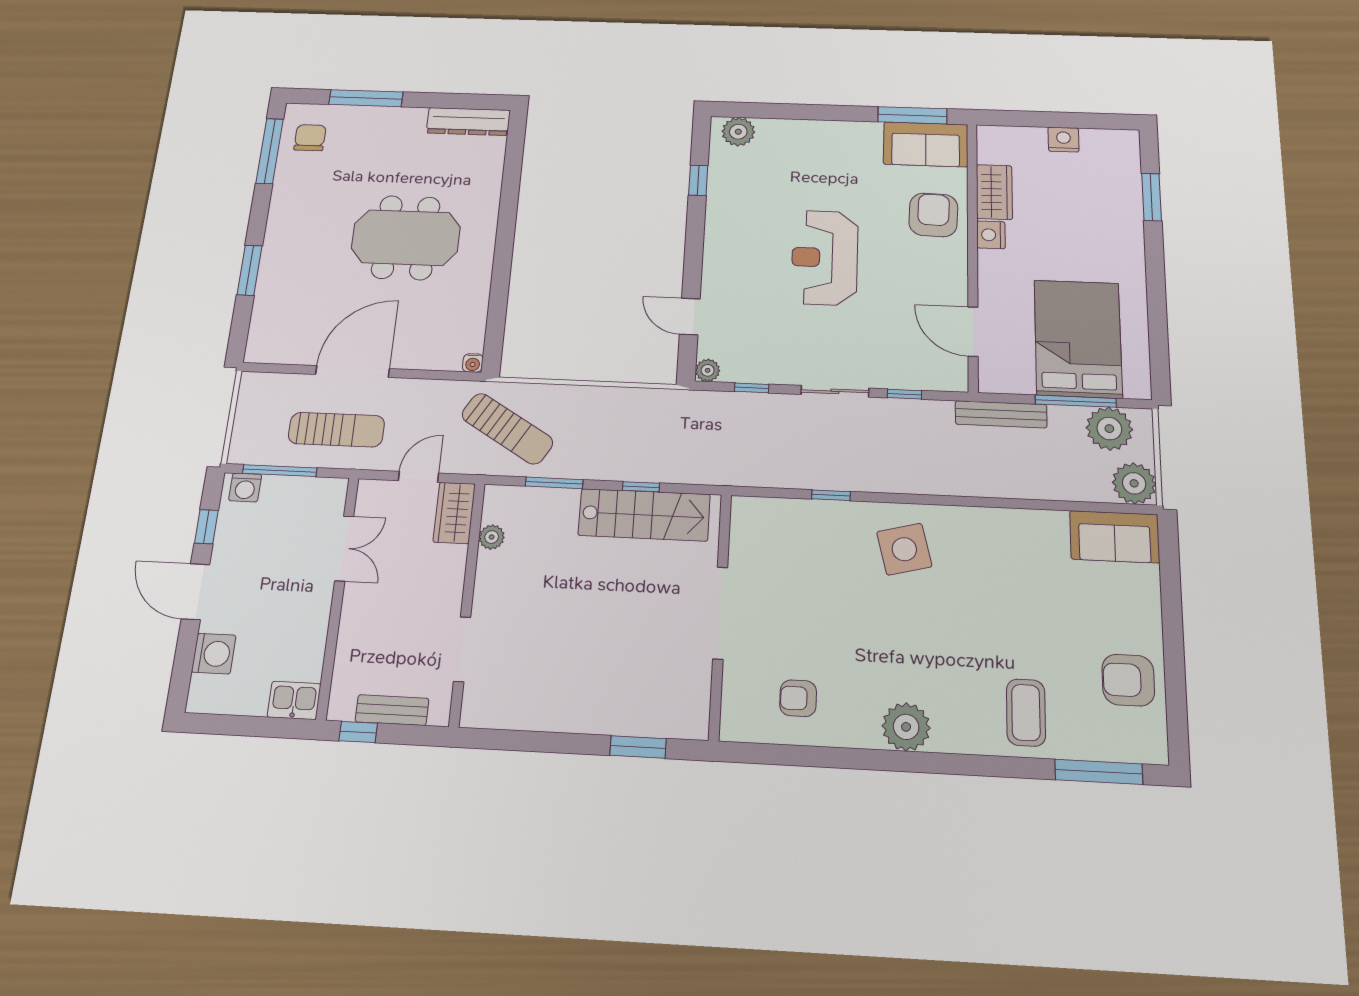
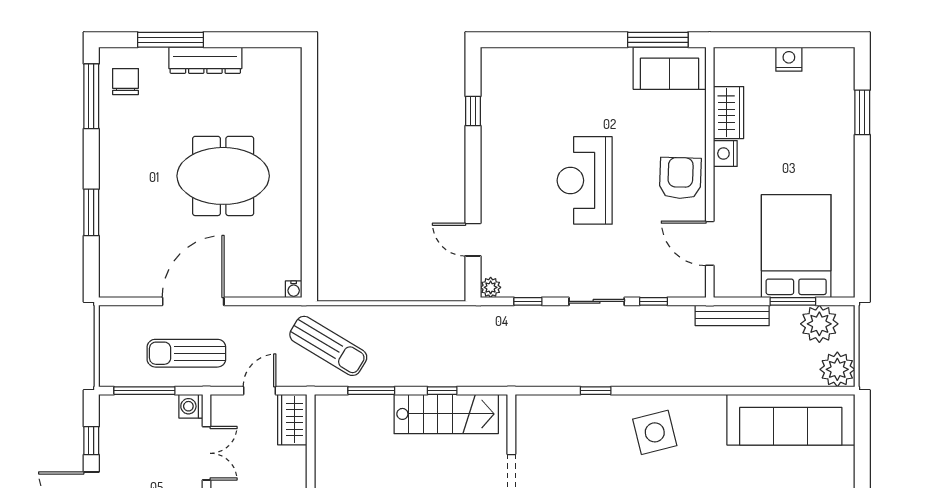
dresser: (468, 122) -> (205, 60), moved
plant: (738, 132) -> (506, 62), removed
armchair: (933, 215) -> (680, 178), moved
window: (1076, 401) -> (793, 301), width x0.69
sun lounger: (336, 430) -> (186, 353), turned 180
washing machine: (245, 487) -> (191, 406), moved, turned 90
plant: (492, 537) -> (325, 438), removed
sofa: (1115, 537) -> (791, 420), width x1.85, depth x1.27

